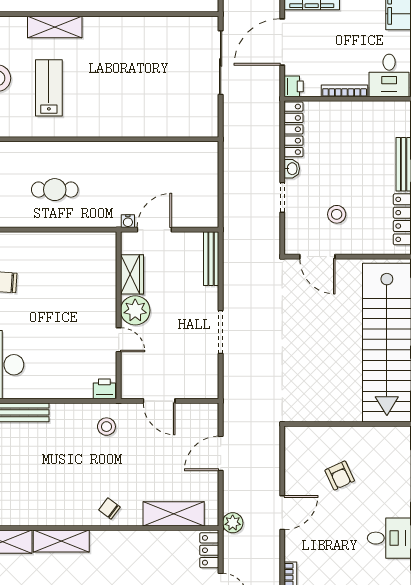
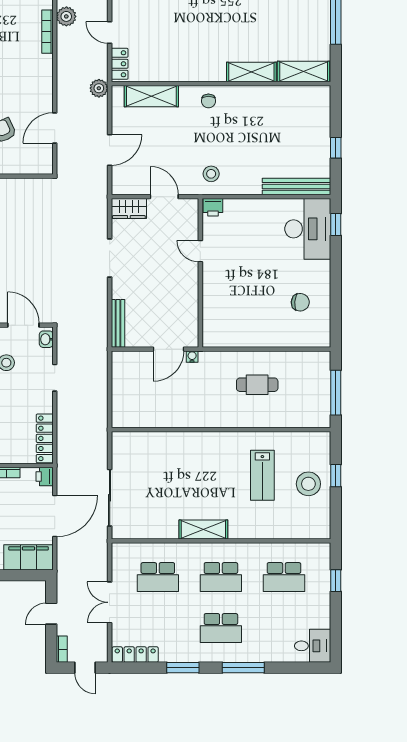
shelving: (55, 27) -> (203, 529), moved
washbasin: (292, 169) -> (46, 339), moved
wardrobe: (132, 274) -> (129, 209), moved, turned -90
plant: (135, 310) -> (186, 277), removed
chair: (109, 509) -> (208, 101), turned 53
door: (282, 513) -> (55, 128), moved

